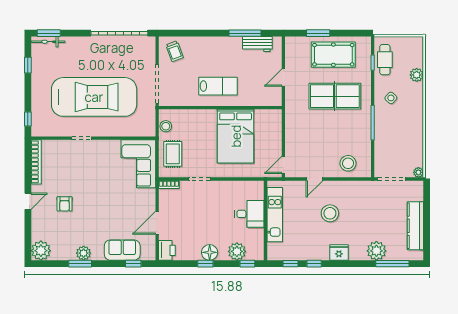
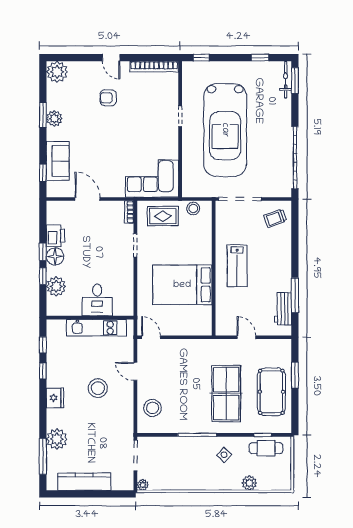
printer: (167, 250) -> (55, 236), moved, turned -90
window: (247, 264) -> (43, 276), moved

